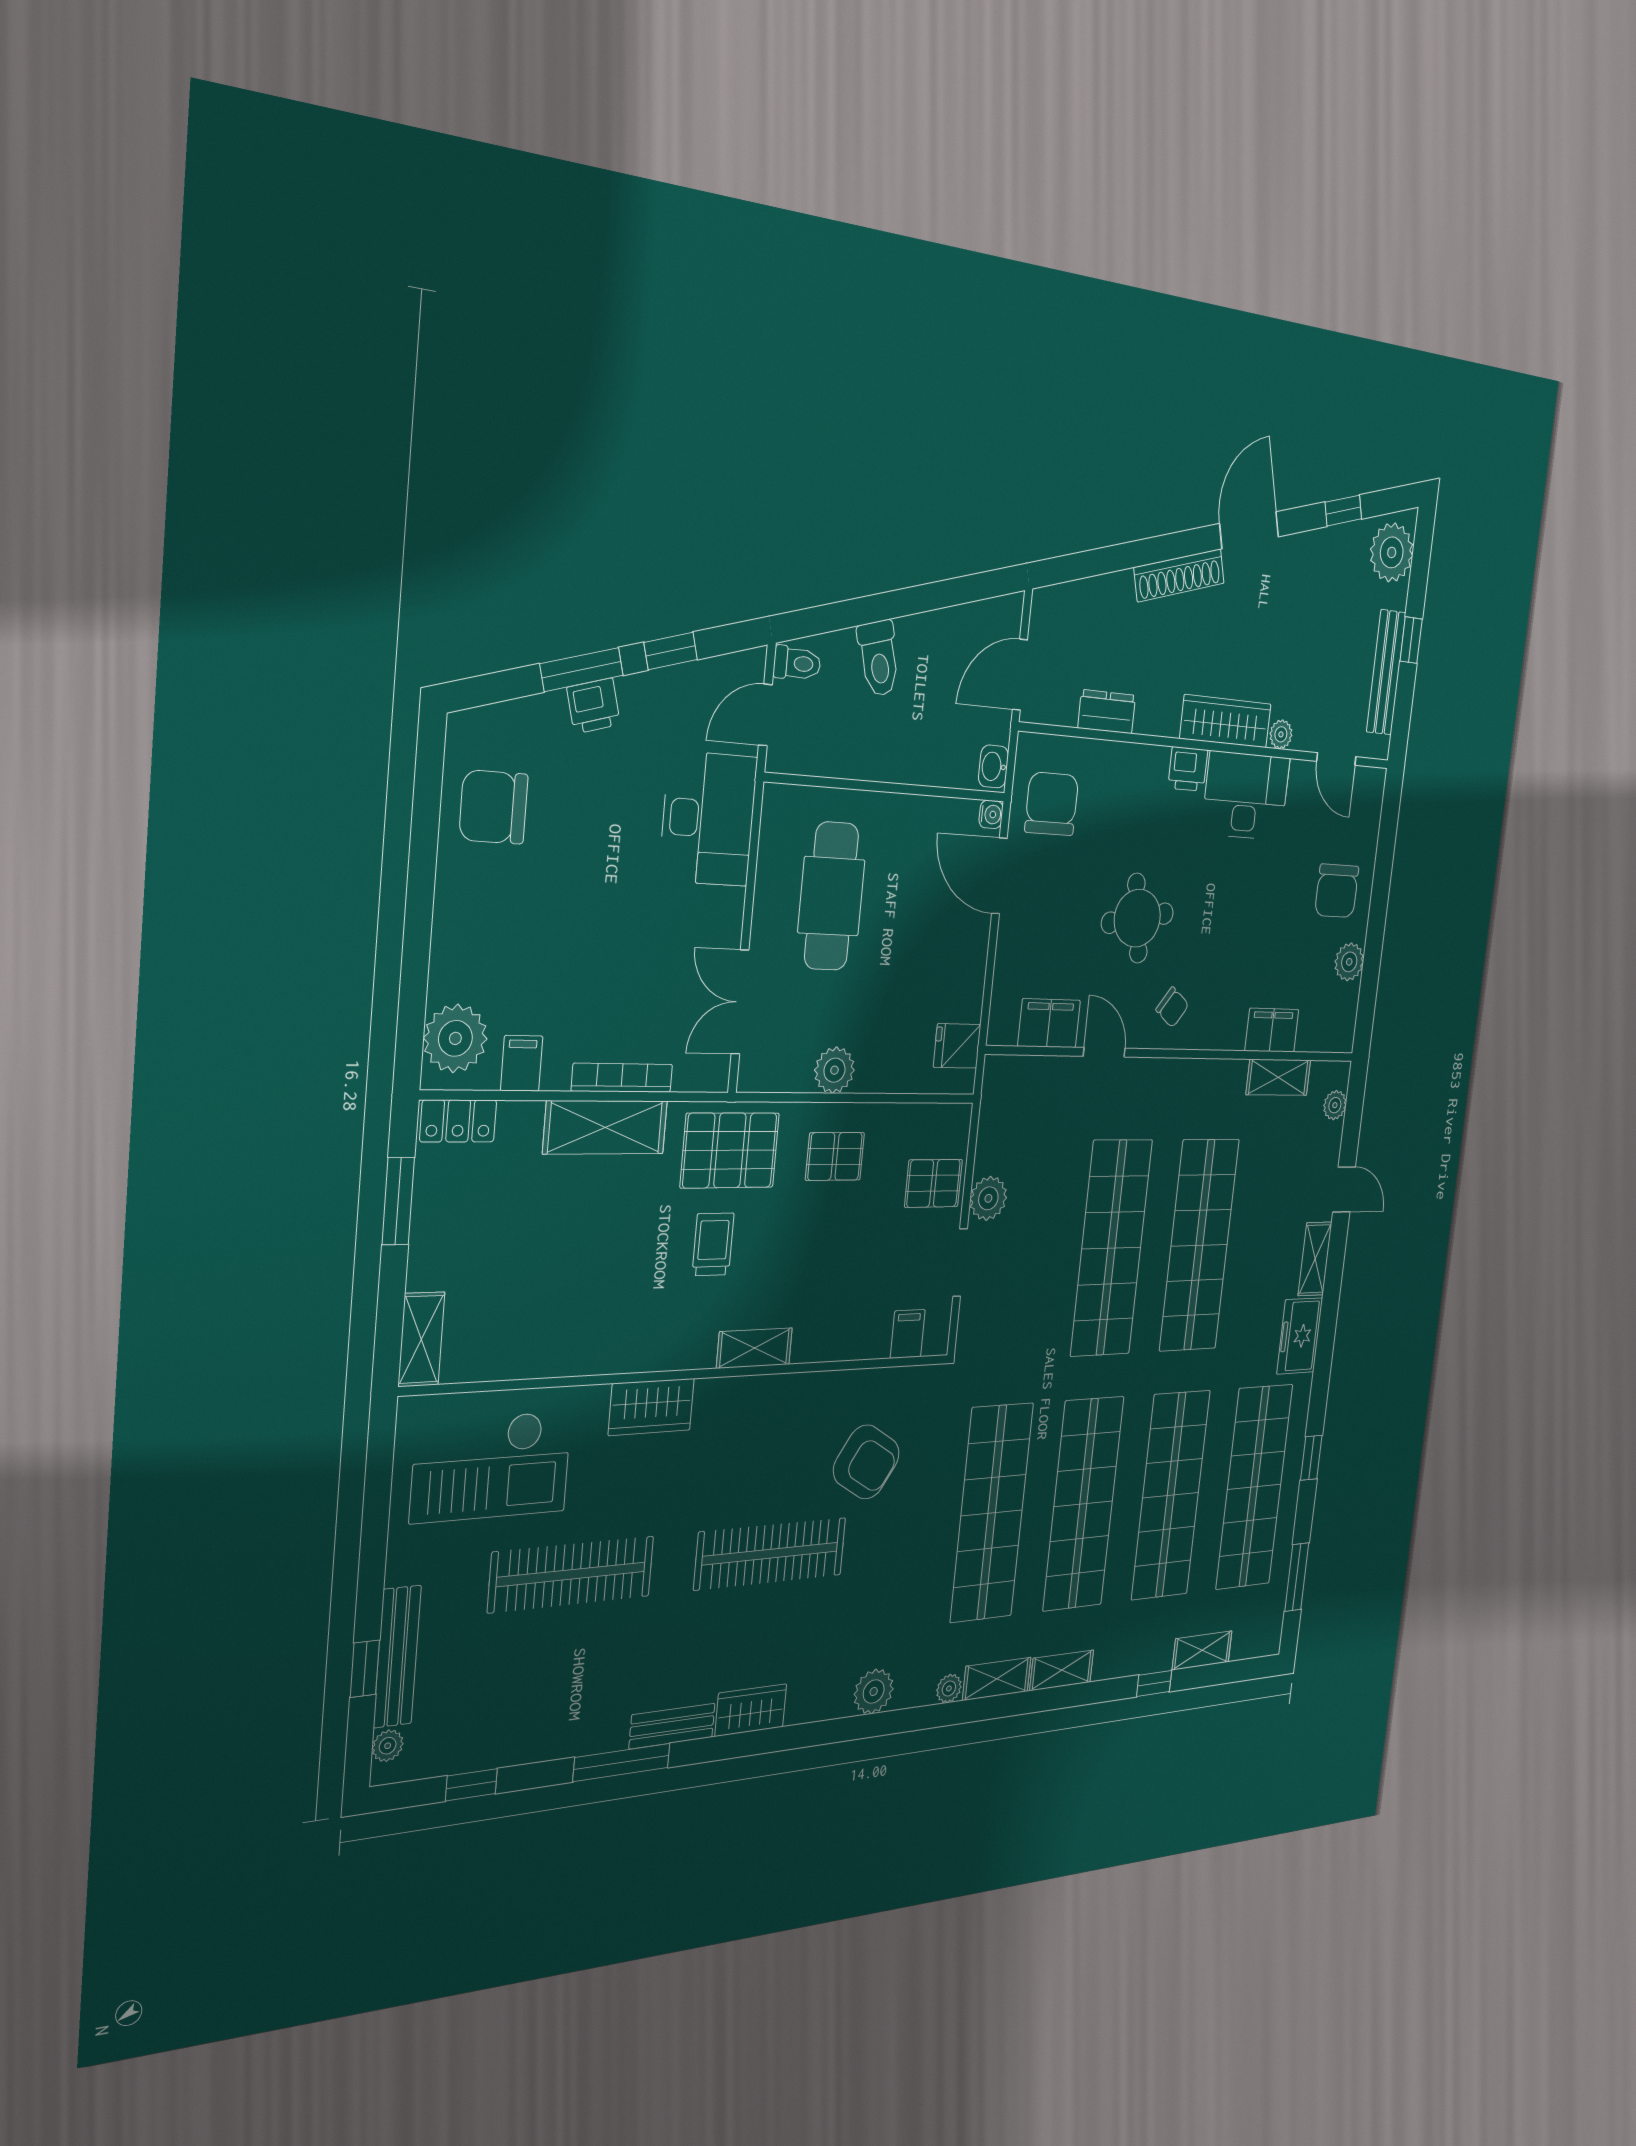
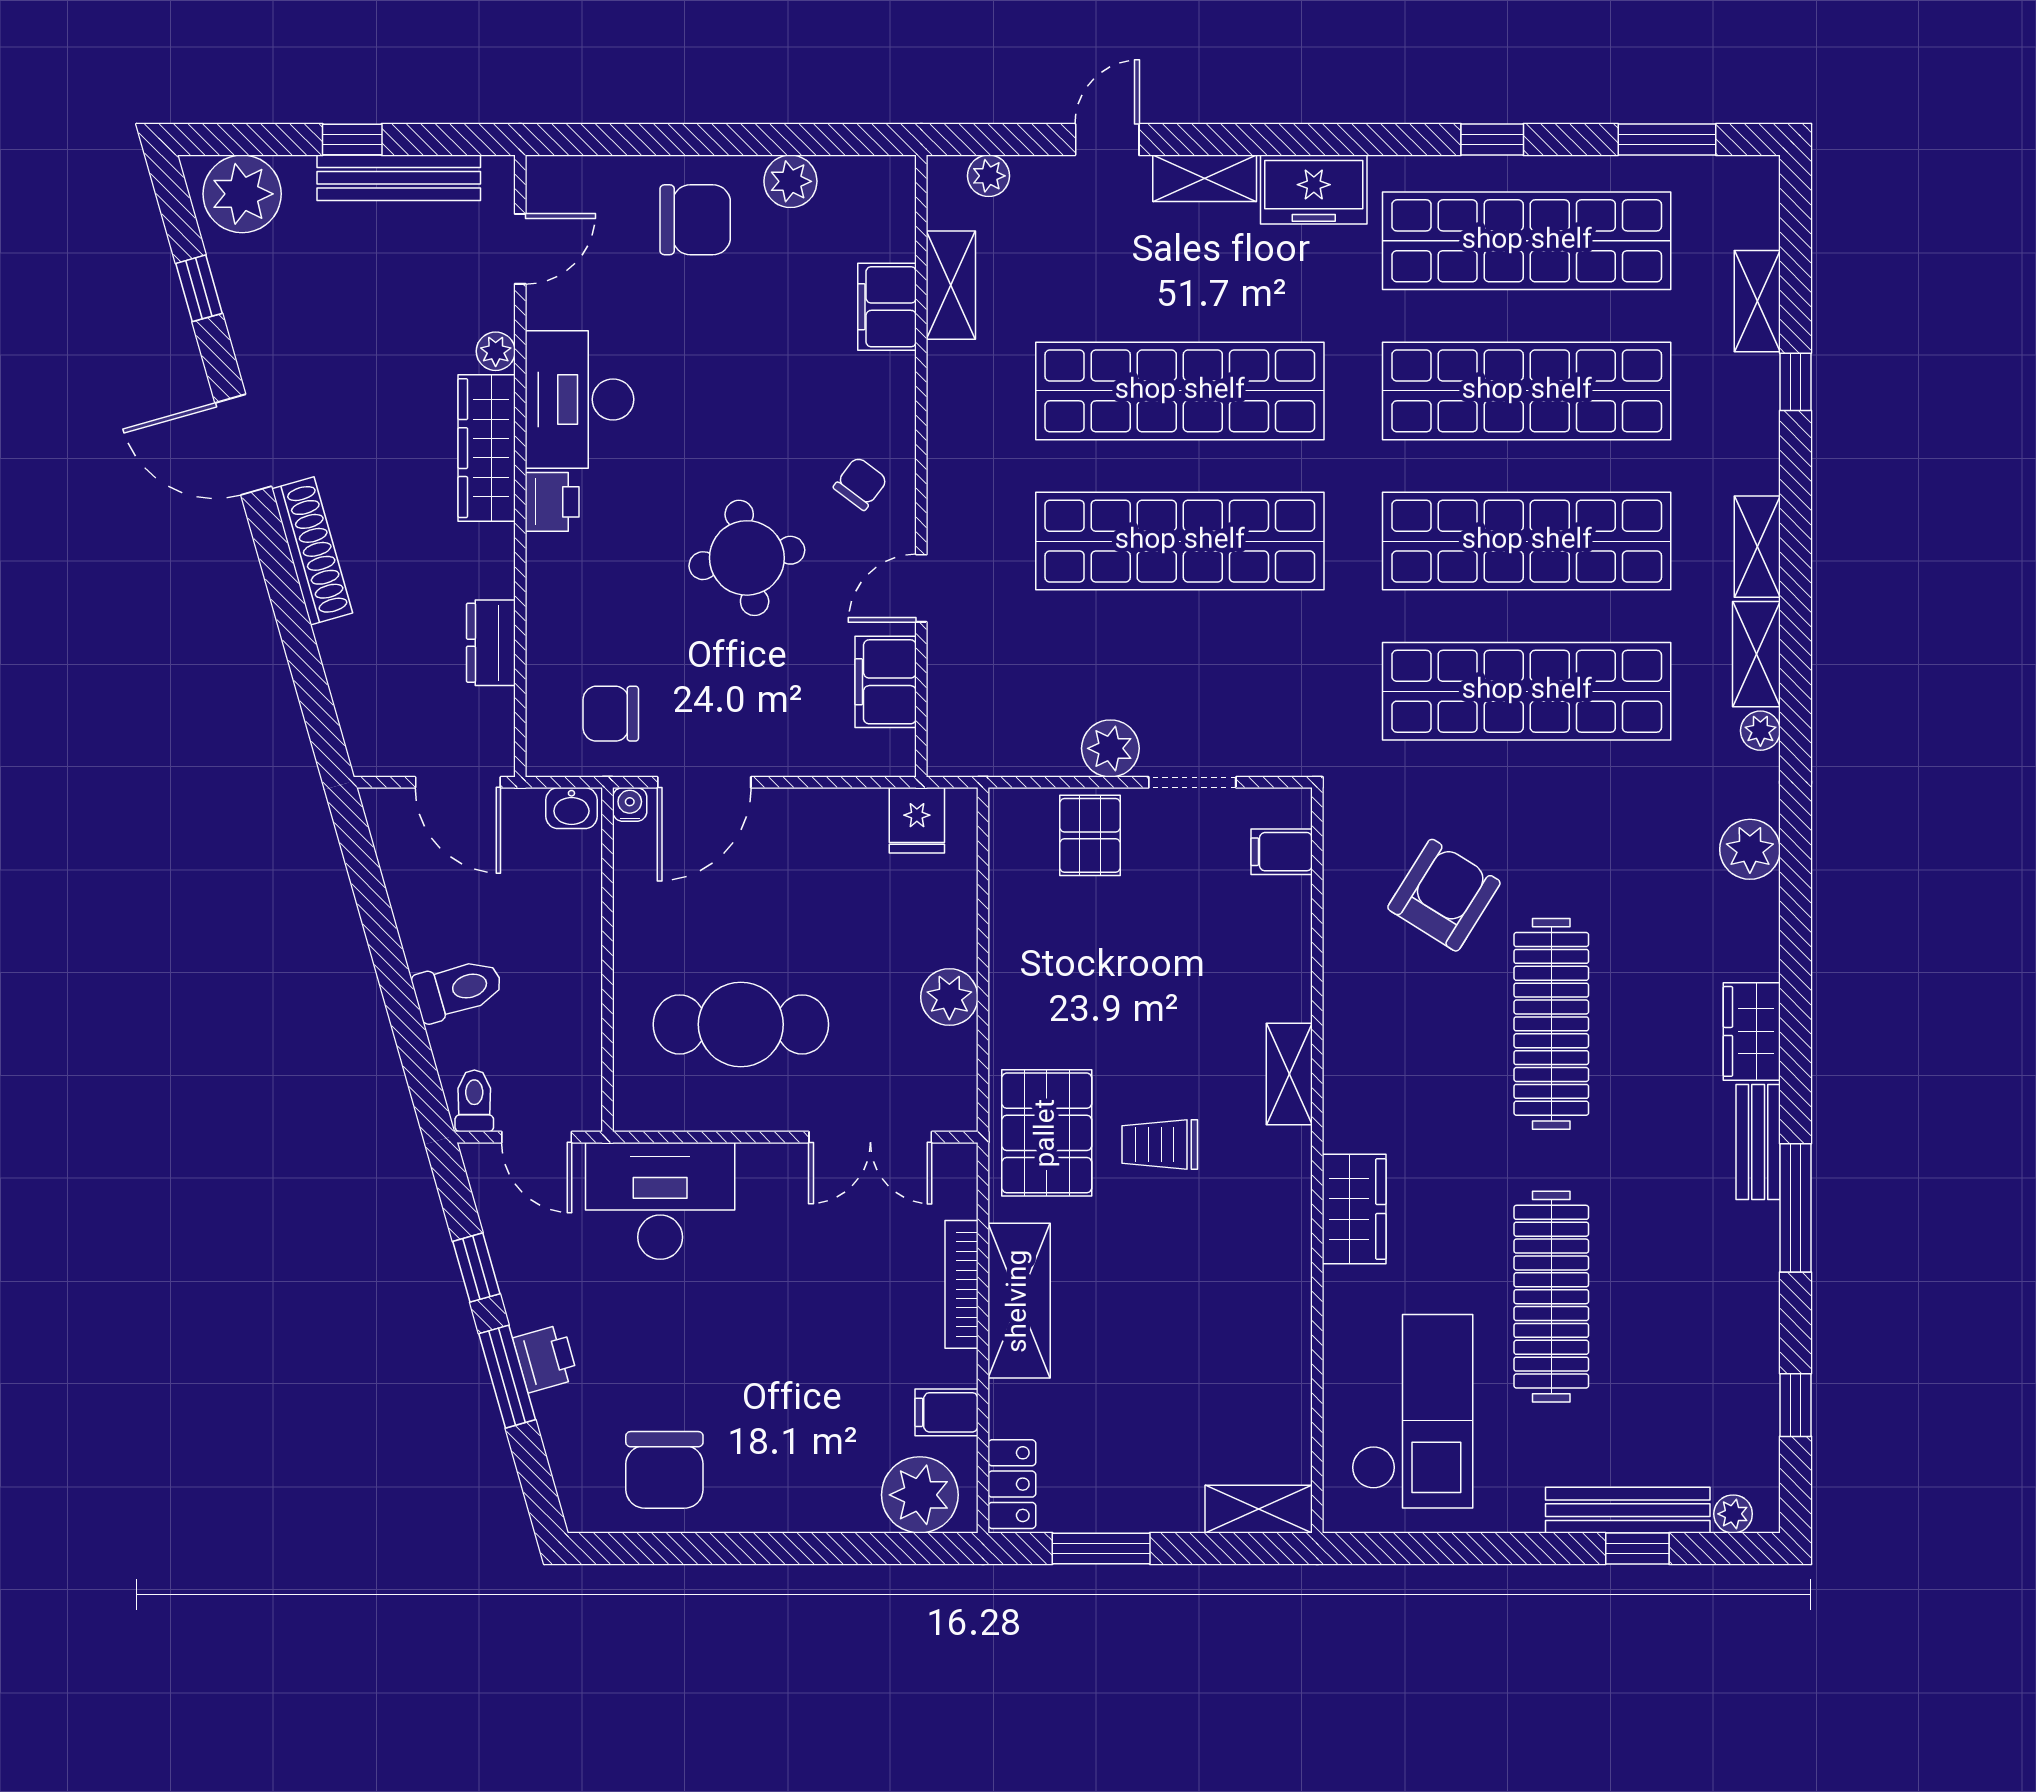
chair: (1052, 804) -> (611, 714), width x0.73, depth x0.73
pallet: (835, 1156) -> (1055, 985), removed

